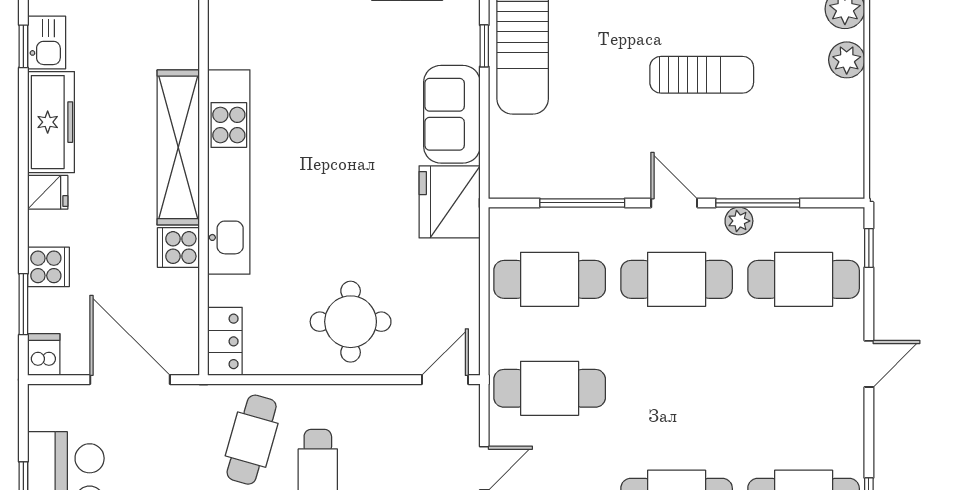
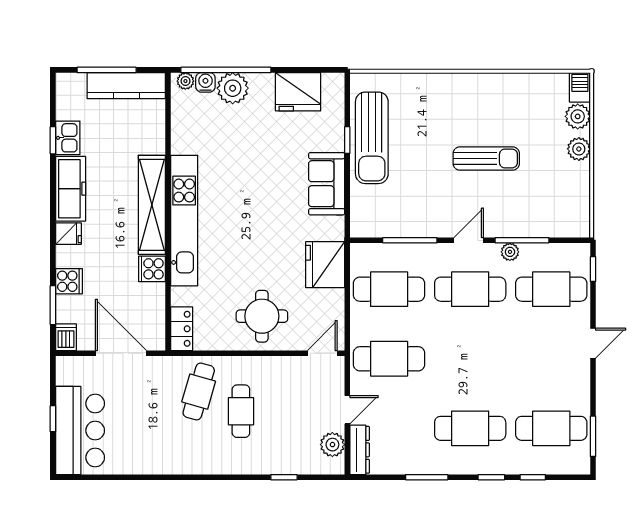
fridge: (450, 202) -> (325, 265), moved
door: (674, 203) -> (469, 240), hinge flipped

